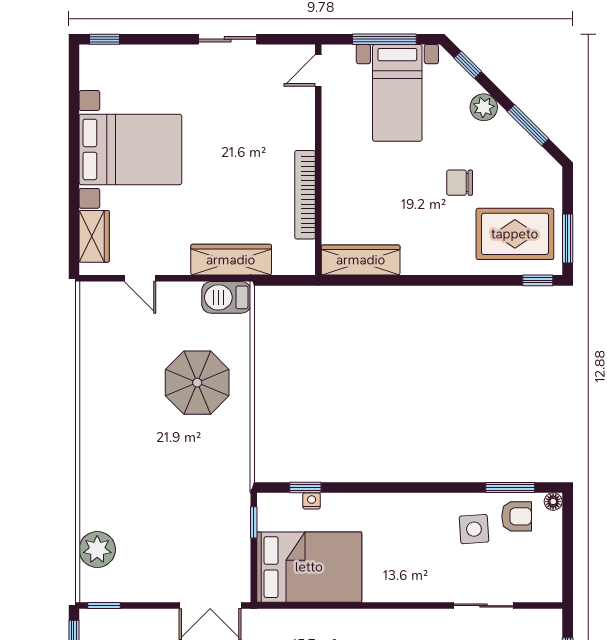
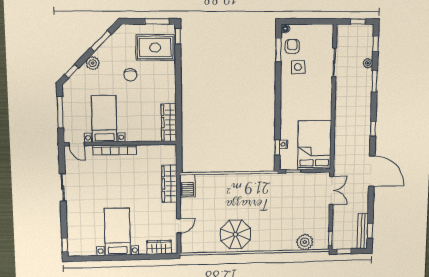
bed with nightstands: (397, 93) -> (104, 119), moved, turned -90
bed with nightstands: (130, 149) -> (117, 232), width x0.73
bookcase: (305, 195) -> (115, 150), moved
rug: (515, 234) -> (155, 48), turned 90
parasol: (197, 383) -> (236, 234), moved

